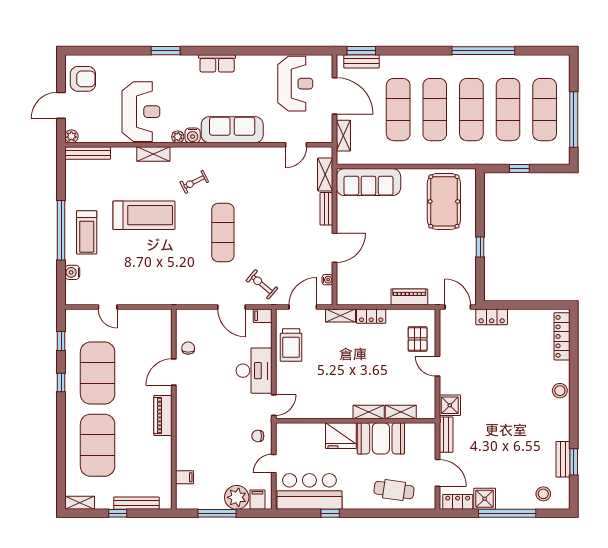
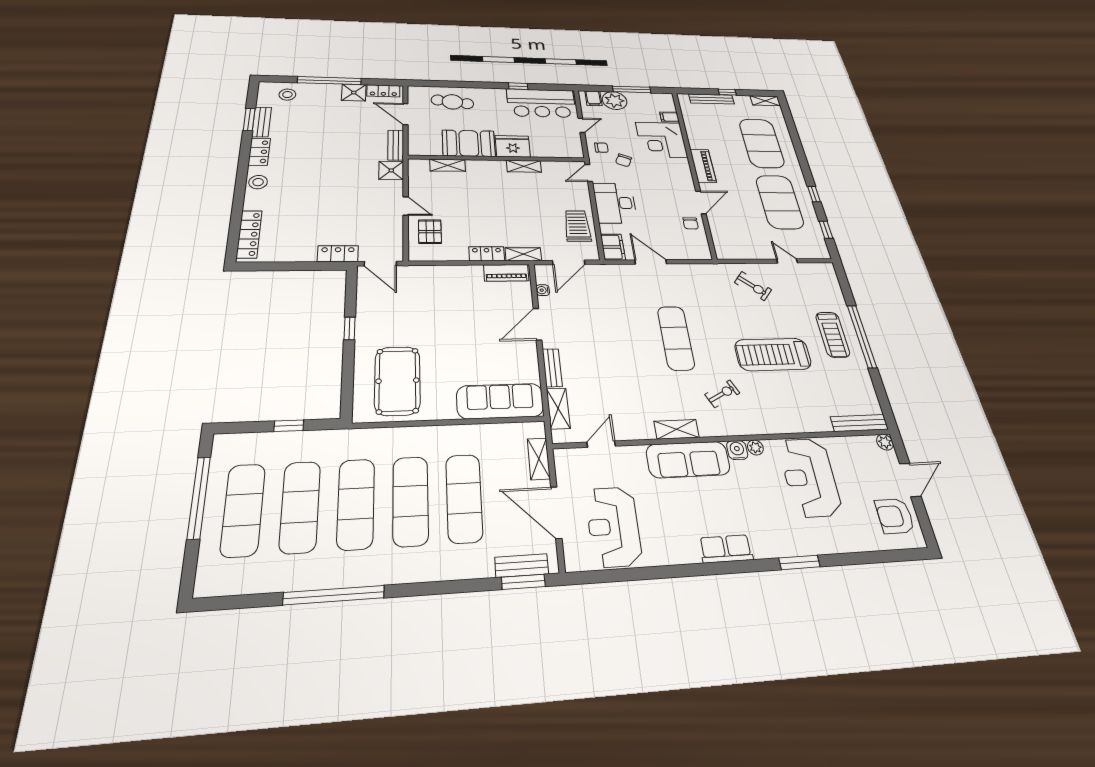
shelving: (153, 154) -> (677, 429), moved
treadmill: (87, 232) -> (833, 335), turned 180
water cooler: (72, 272) -> (835, 294), removed
exercise bike: (262, 284) -> (753, 286), moved
piano: (409, 297) -> (506, 273), moved
filing cabinet: (263, 316) -> (613, 247), width x2.00
shelving: (369, 412) -> (524, 166), moved
chair: (239, 421) -> (624, 160), added
locker: (562, 425) -> (259, 152), added
corner desk: (198, 447) -> (662, 140), added

